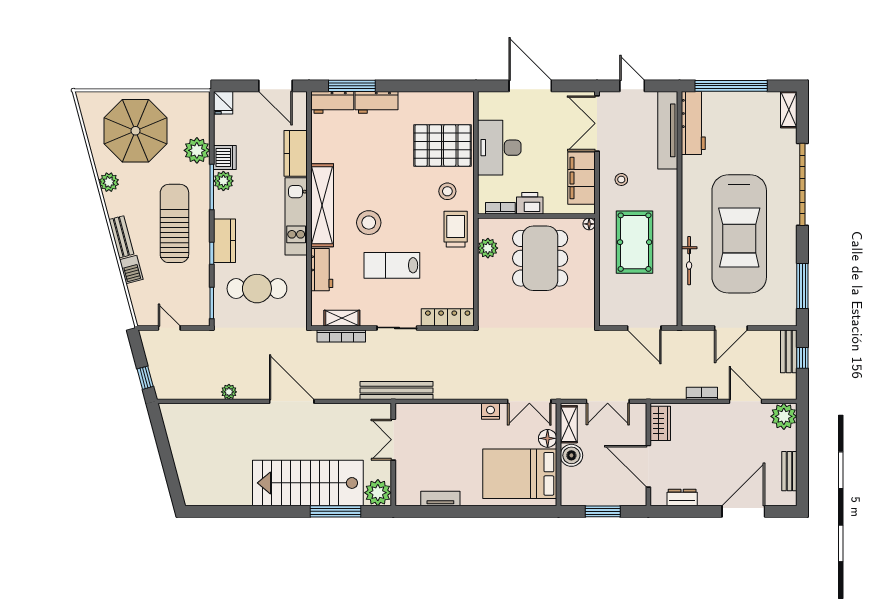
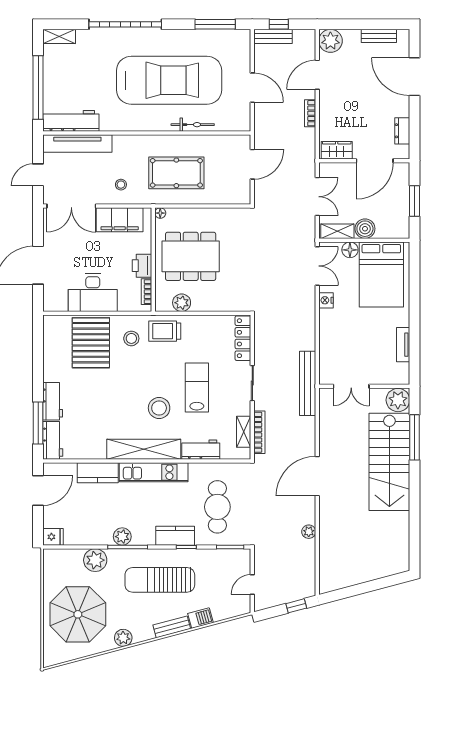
dishwasher: (225, 157) -> (101, 535), removed
lab bench: (392, 265) -> (197, 387), turned 180

